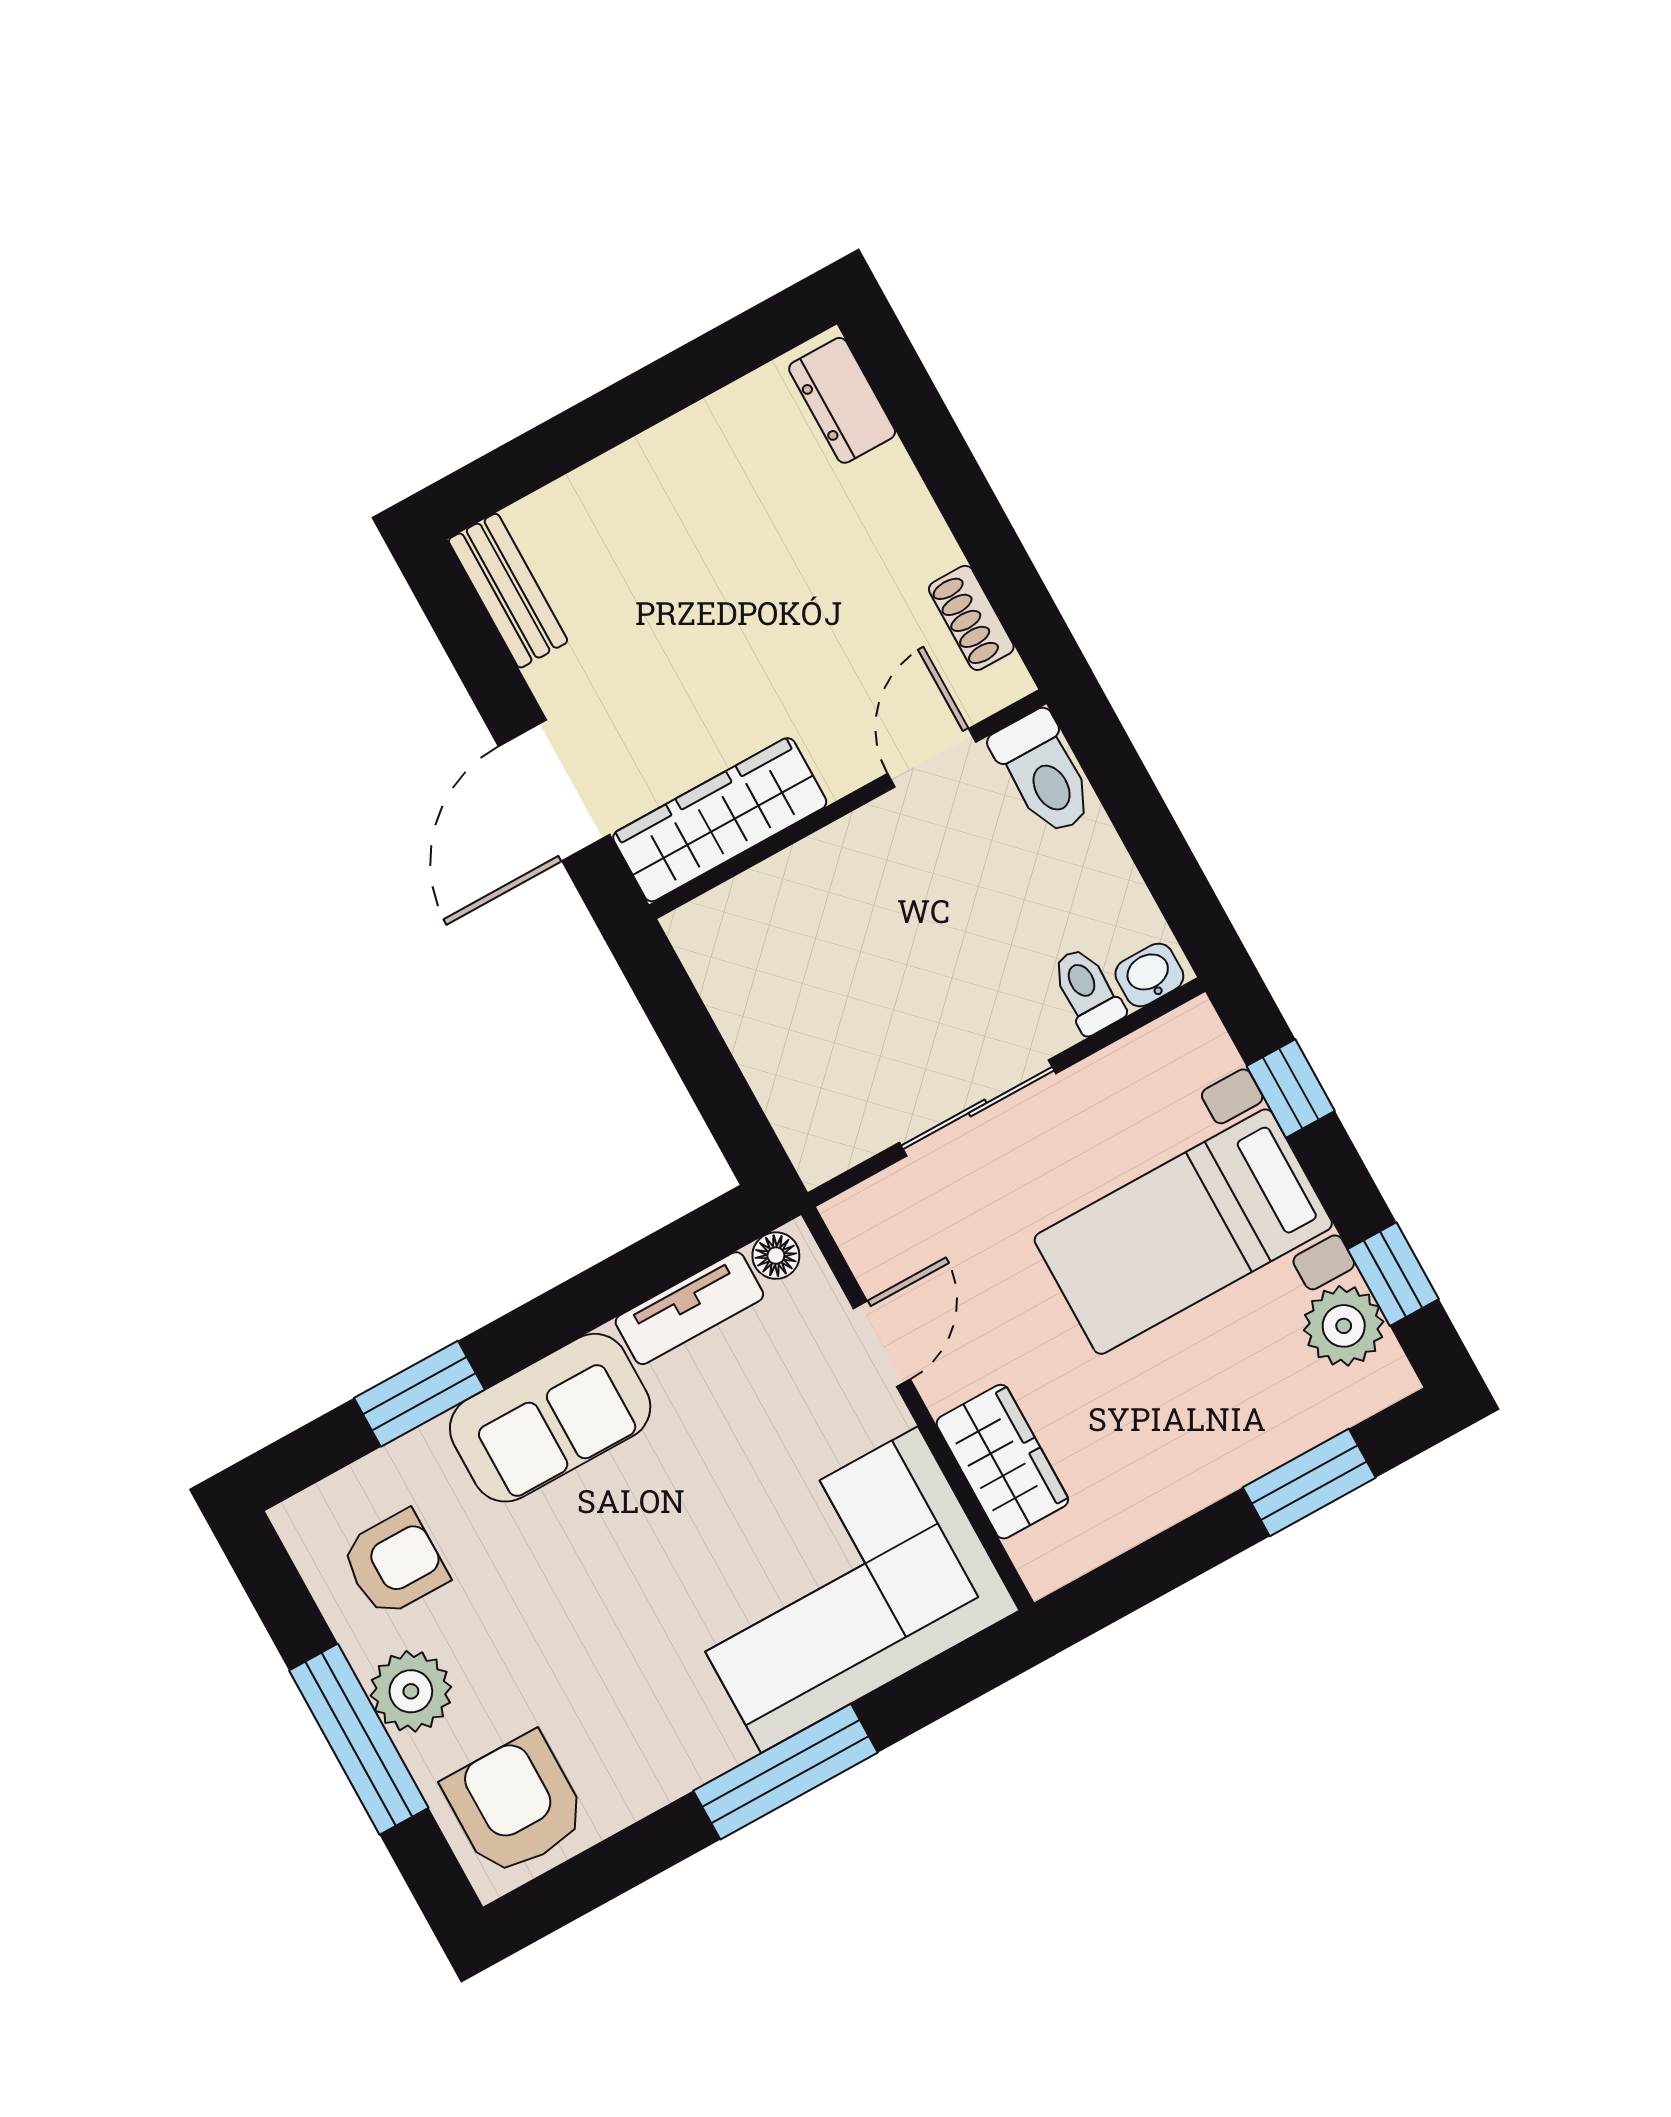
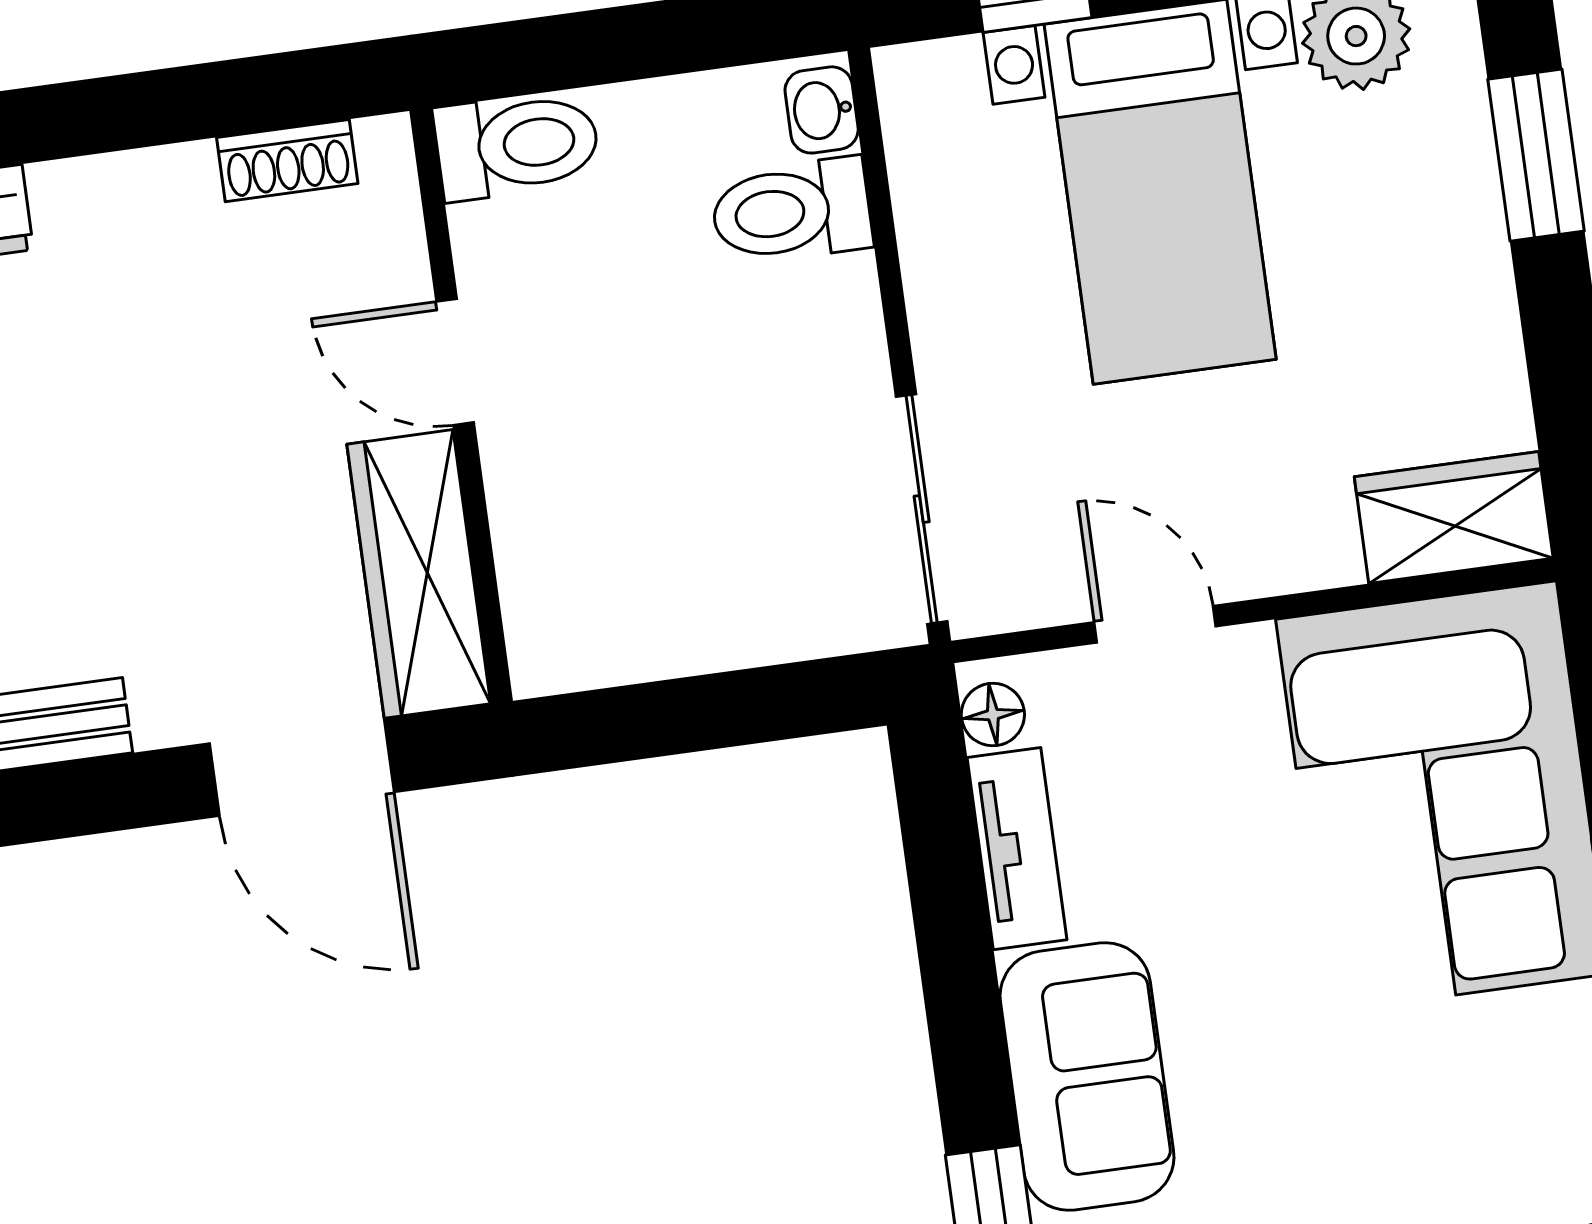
door: (932, 758) -> (455, 362), moved
toilet: (1087, 991) -> (791, 211), width x1.37, depth x1.39
sliding door: (978, 1108) -> (922, 509), moved
wardrobe: (1002, 1462) -> (1454, 517), moved

